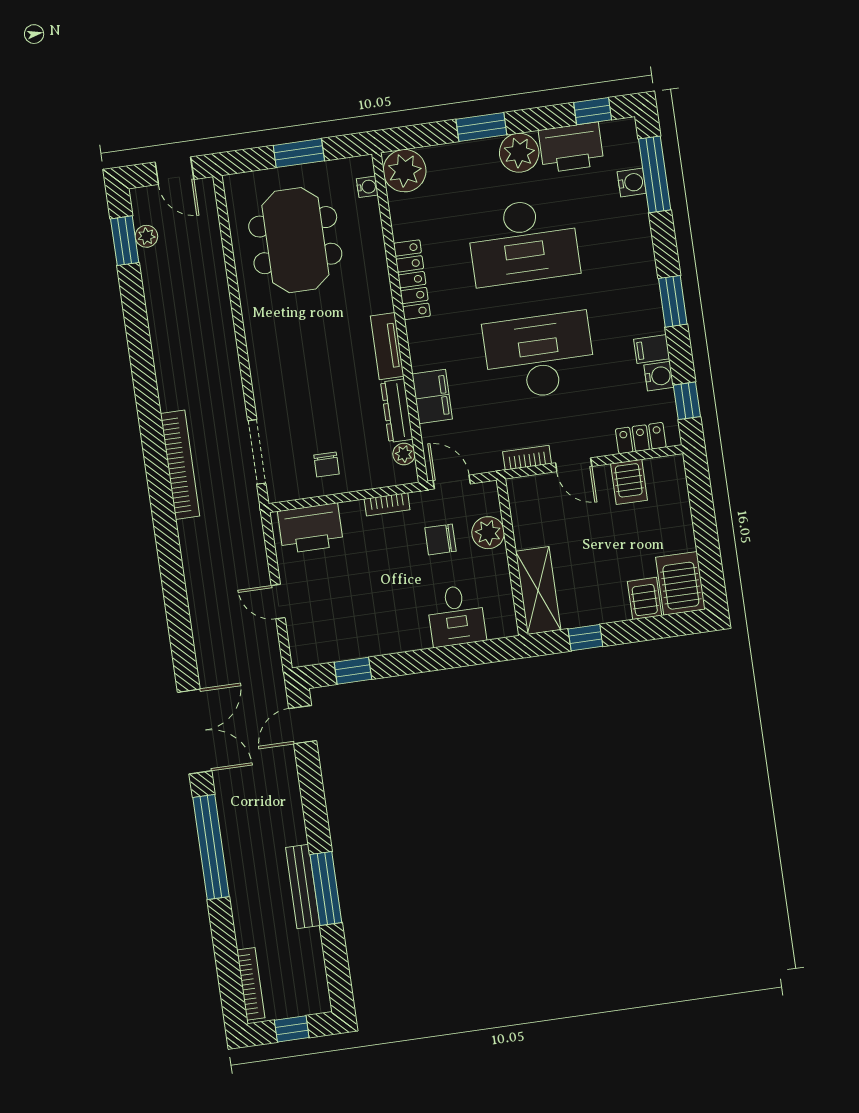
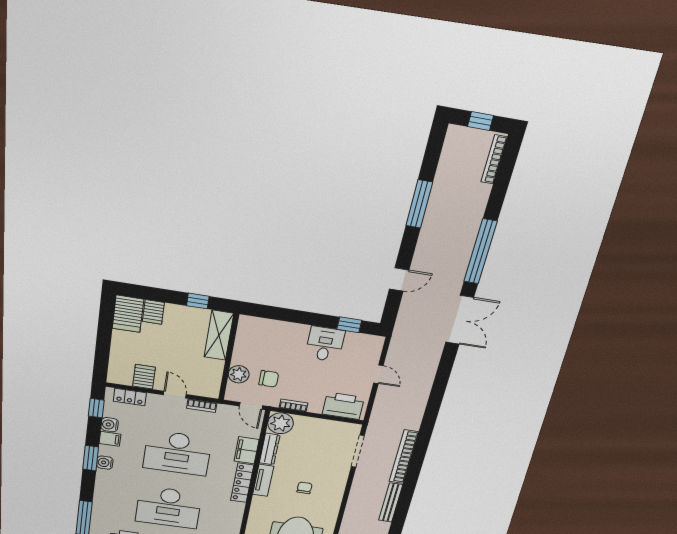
water cooler: (632, 183) -> (105, 463), moved
desk: (523, 242) -> (169, 507), turned 180
locker: (412, 280) -> (242, 483), moved
plant: (404, 454) -> (281, 423), width x1.88, depth x1.88
chair: (326, 465) -> (304, 488), moved
desk: (456, 616) -> (325, 344), moved
door: (303, 725) -> (399, 279), moved
double door: (195, 732) -> (460, 320), swing flipped
bench: (303, 887) -> (391, 503), moved

